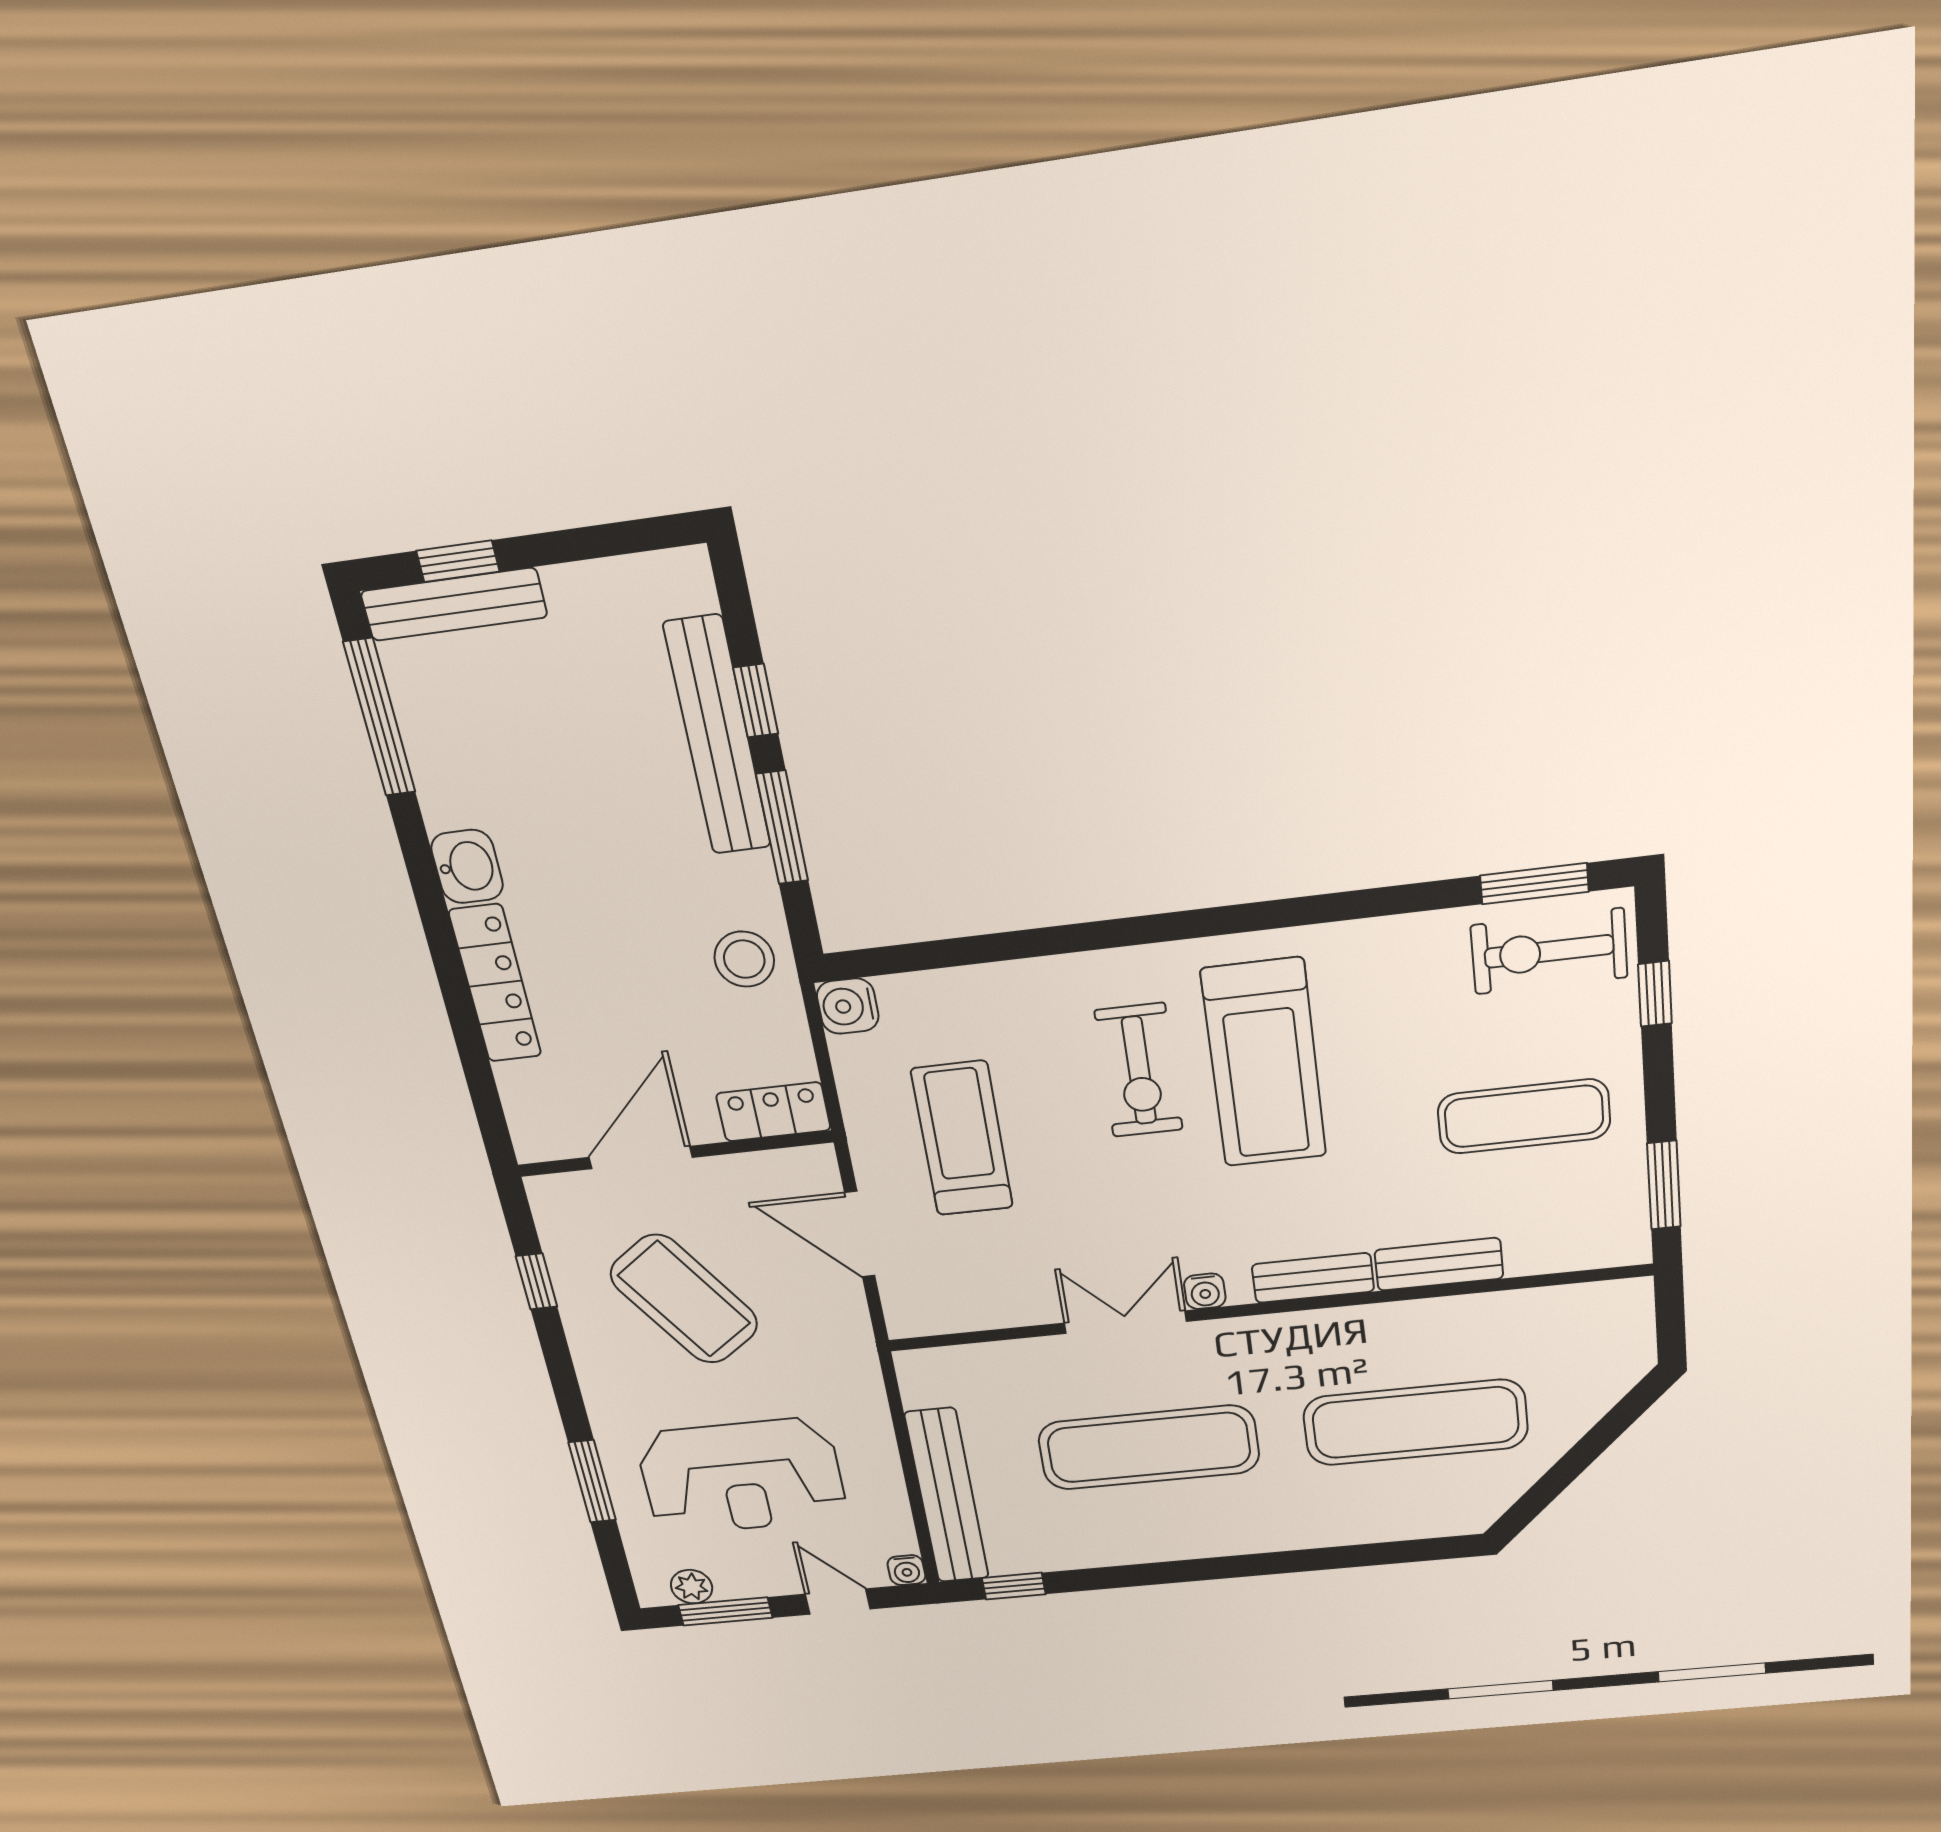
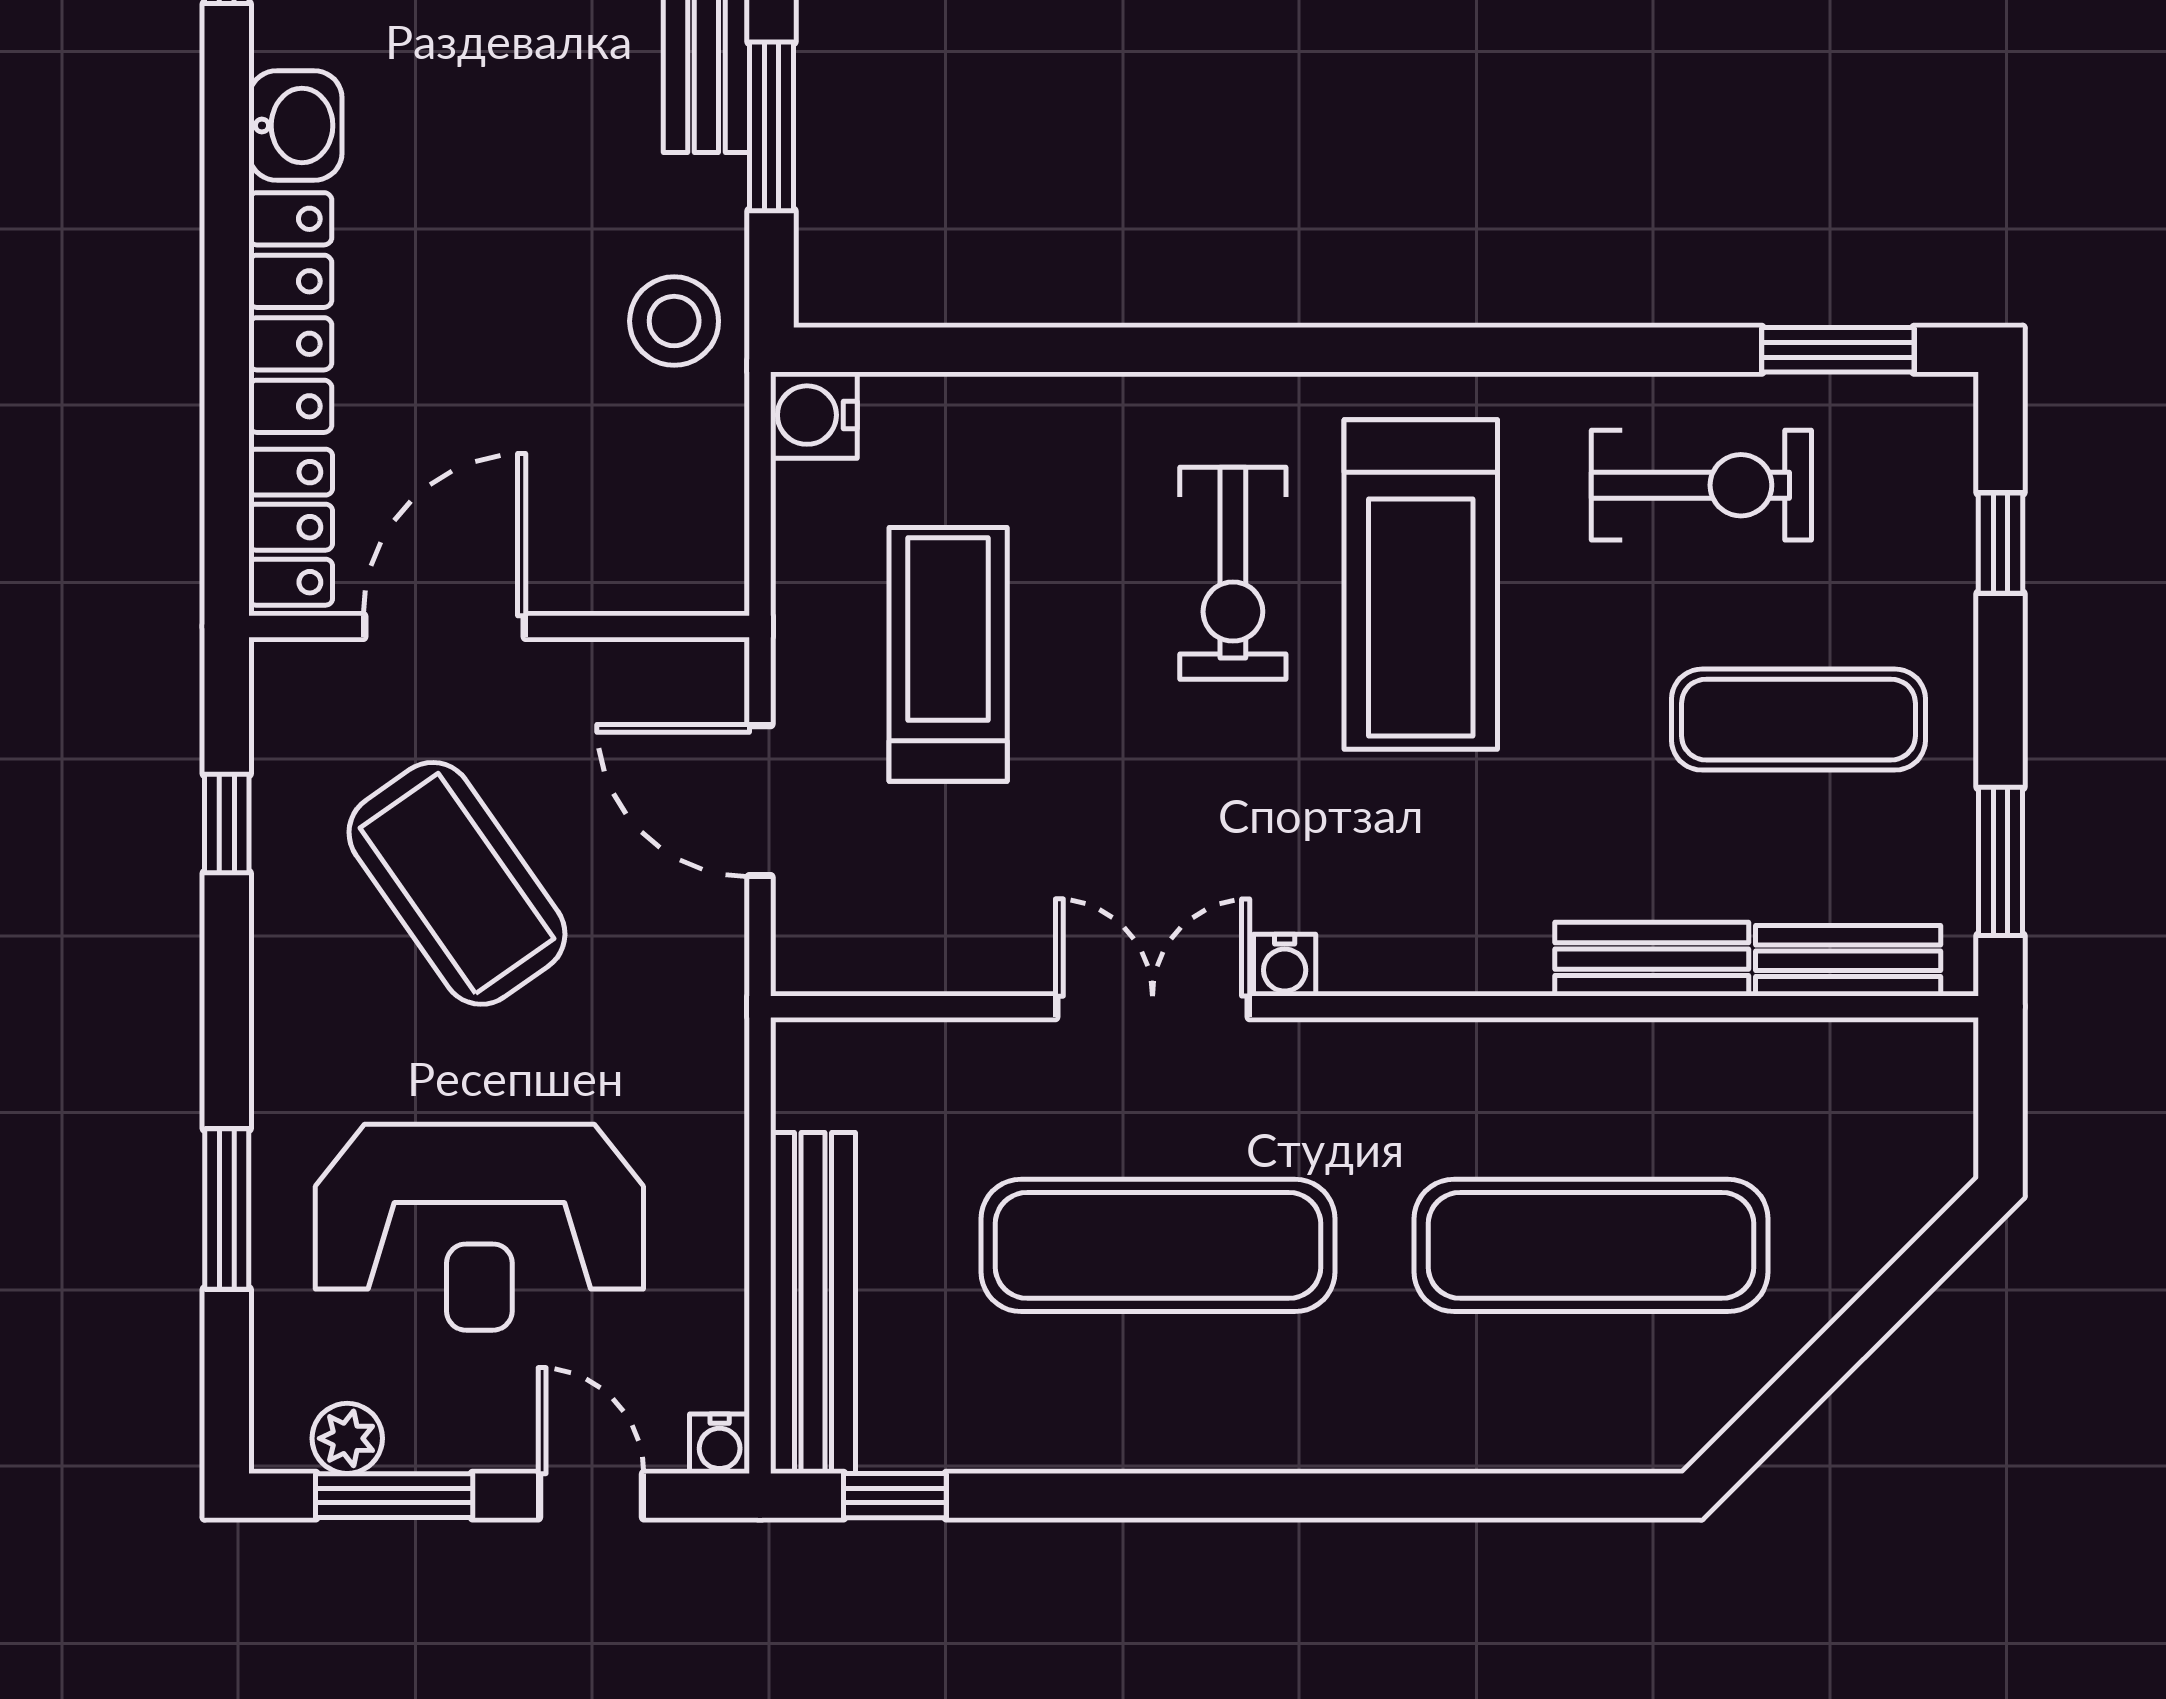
exercise bike: (1549, 951) -> (1701, 485), moved, turned 180
locker: (773, 1112) -> (291, 527), moved, turned 90
bench: (1313, 1278) -> (1848, 961), moved

